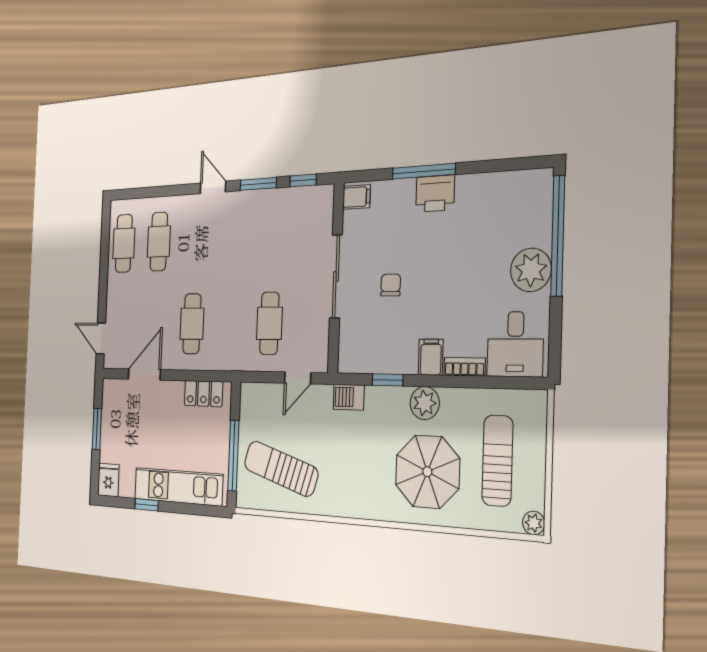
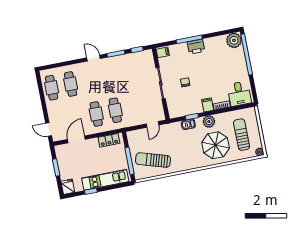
plant: (531, 270) -> (234, 40), moved
cafe table: (269, 323) -> (115, 110), moved
barbecue: (349, 397) -> (188, 124), moved

